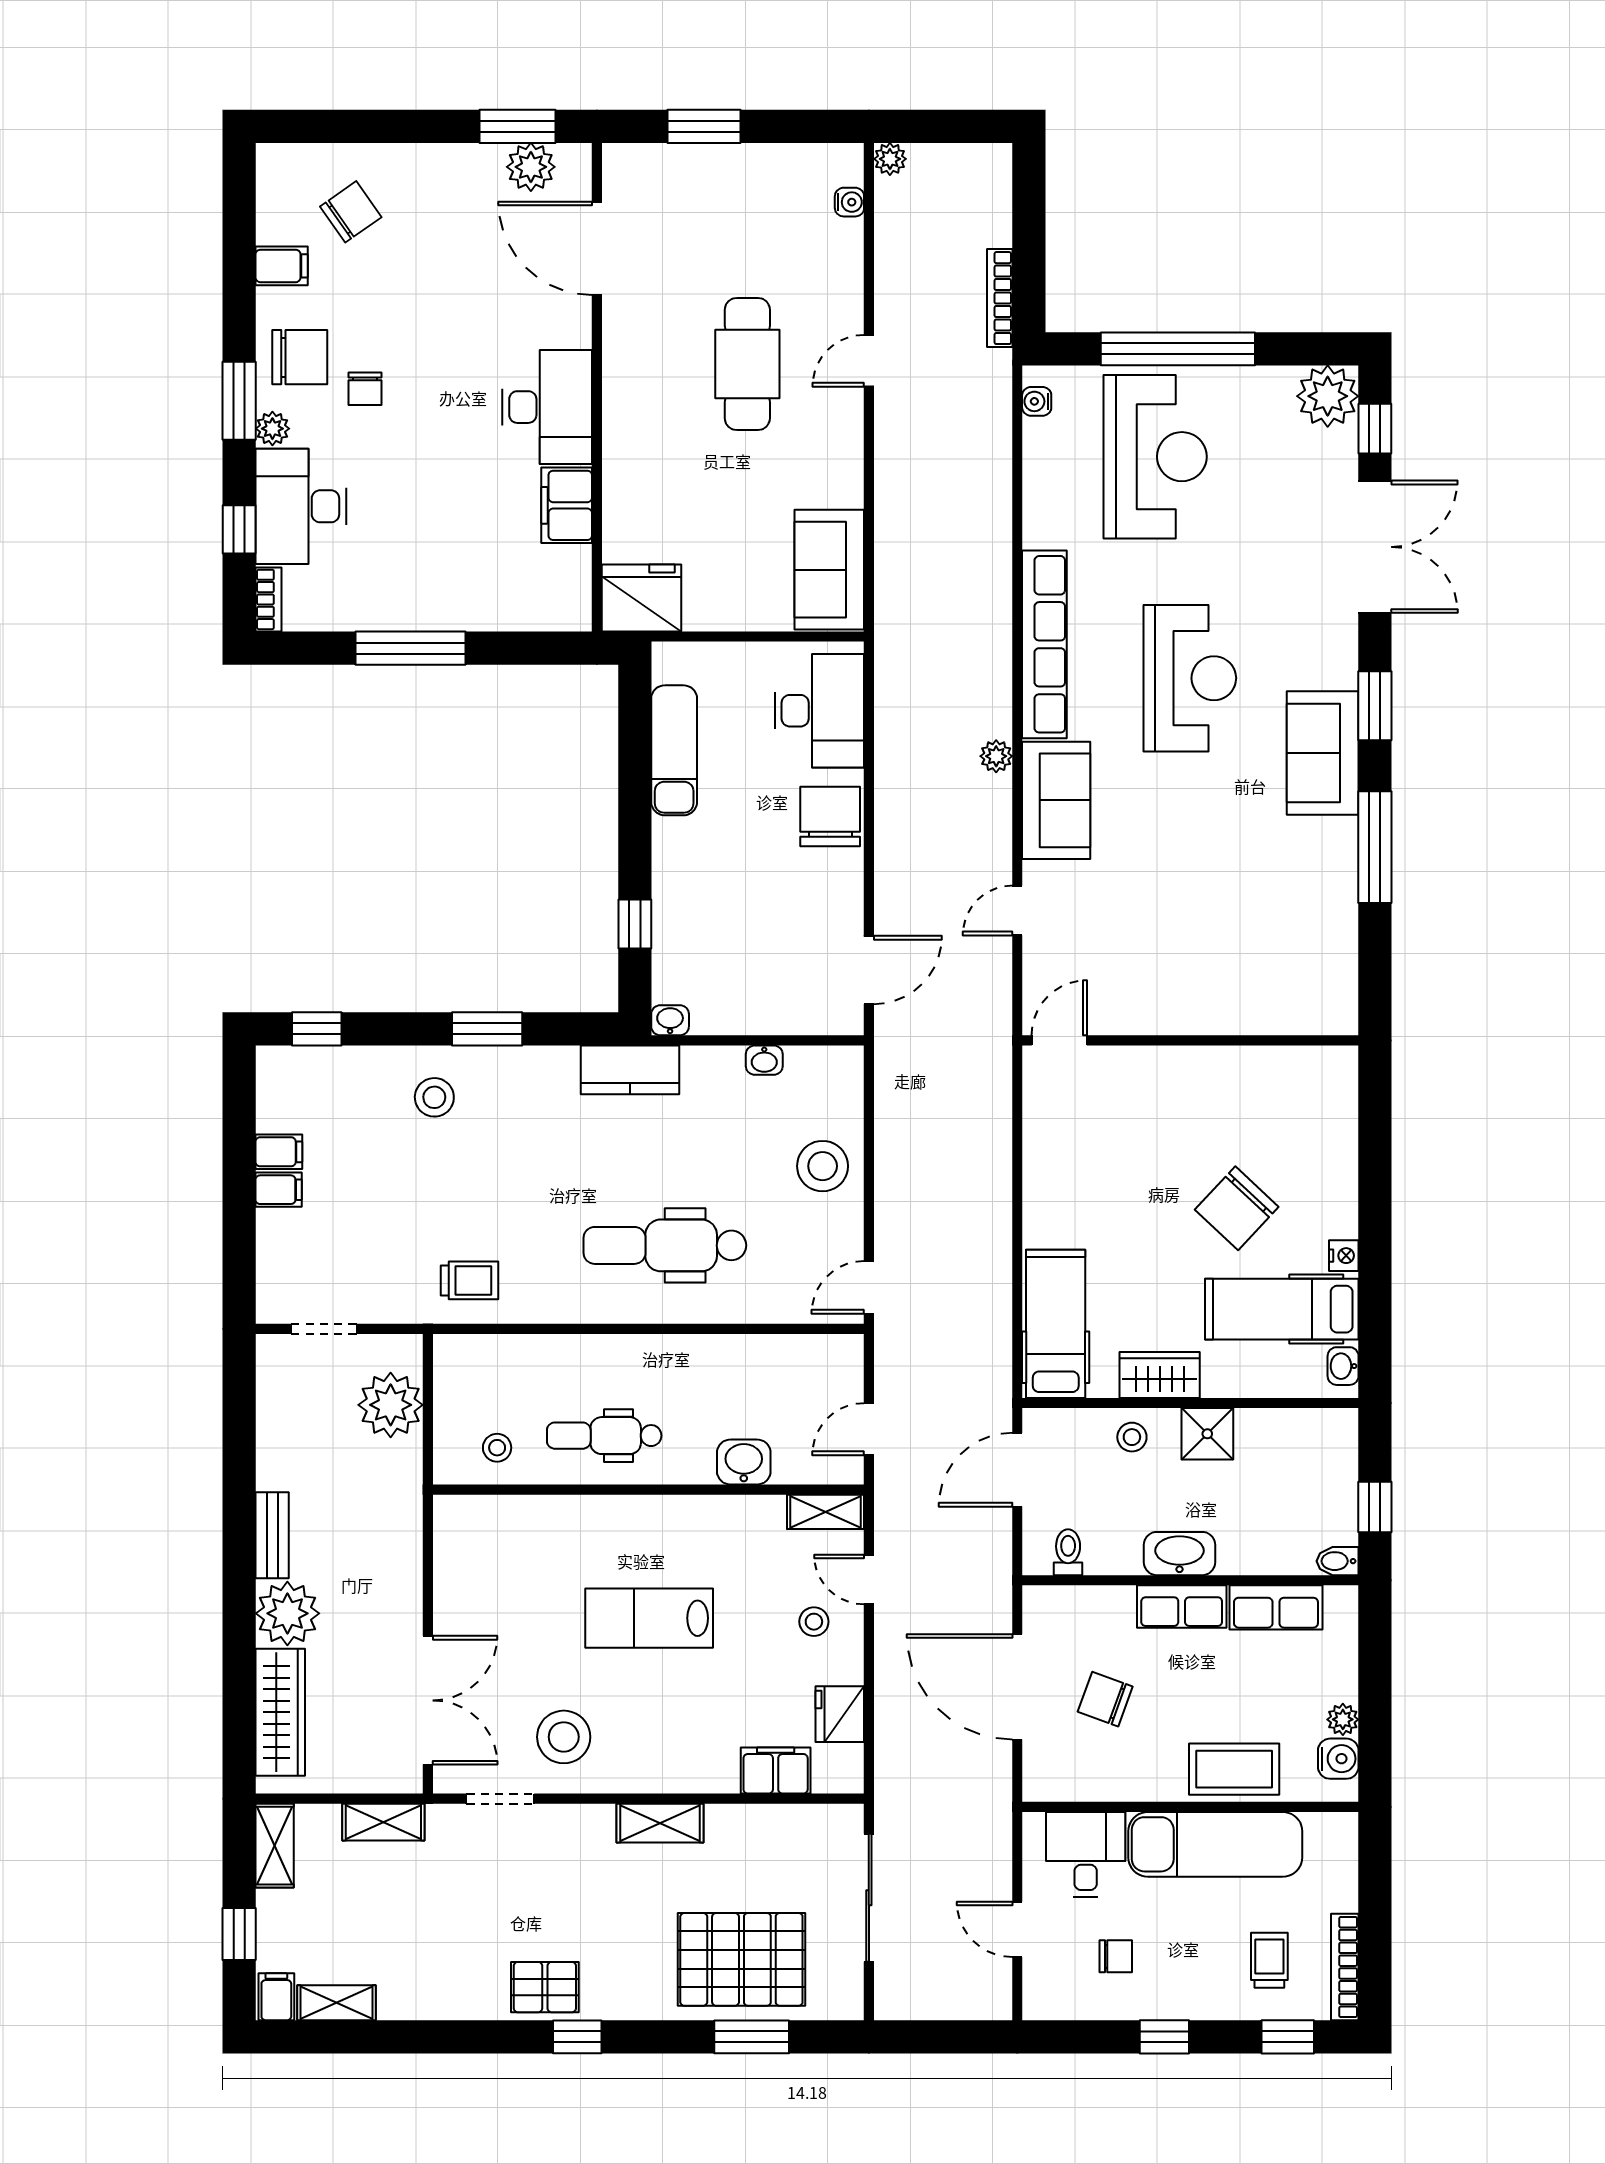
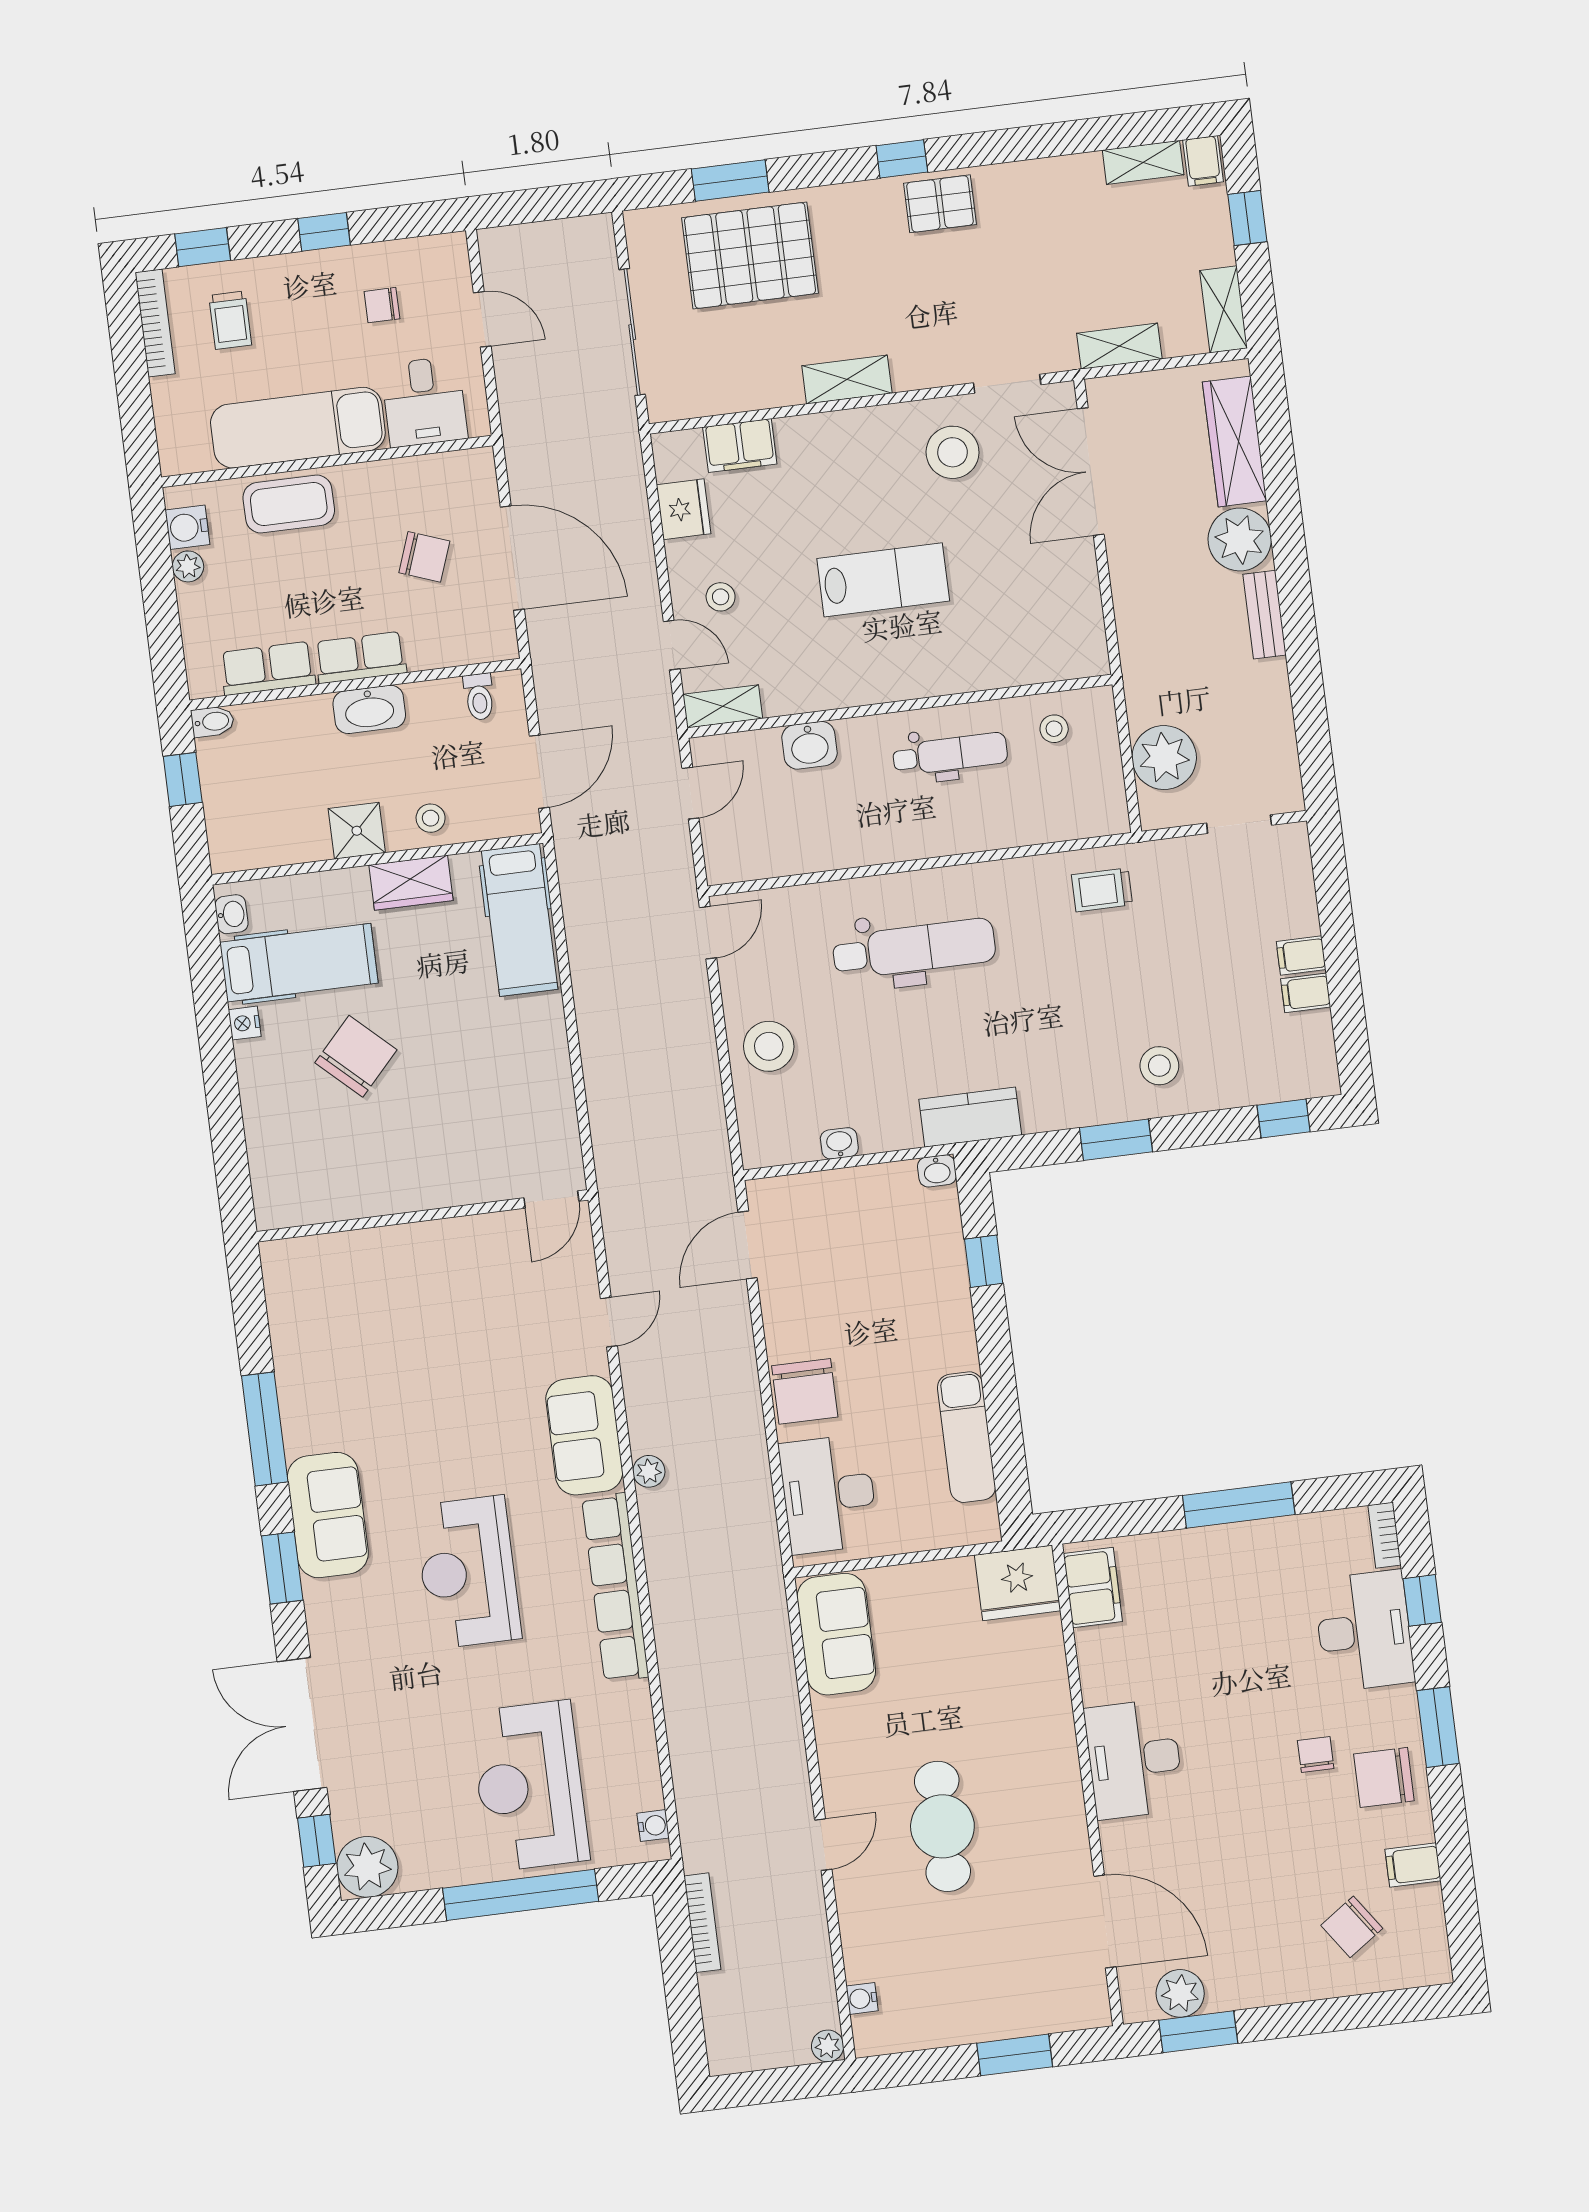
plant: (272, 429) -> (1402, 1704), removed
filing cabinet: (567, 505) -> (1093, 1588), moved

